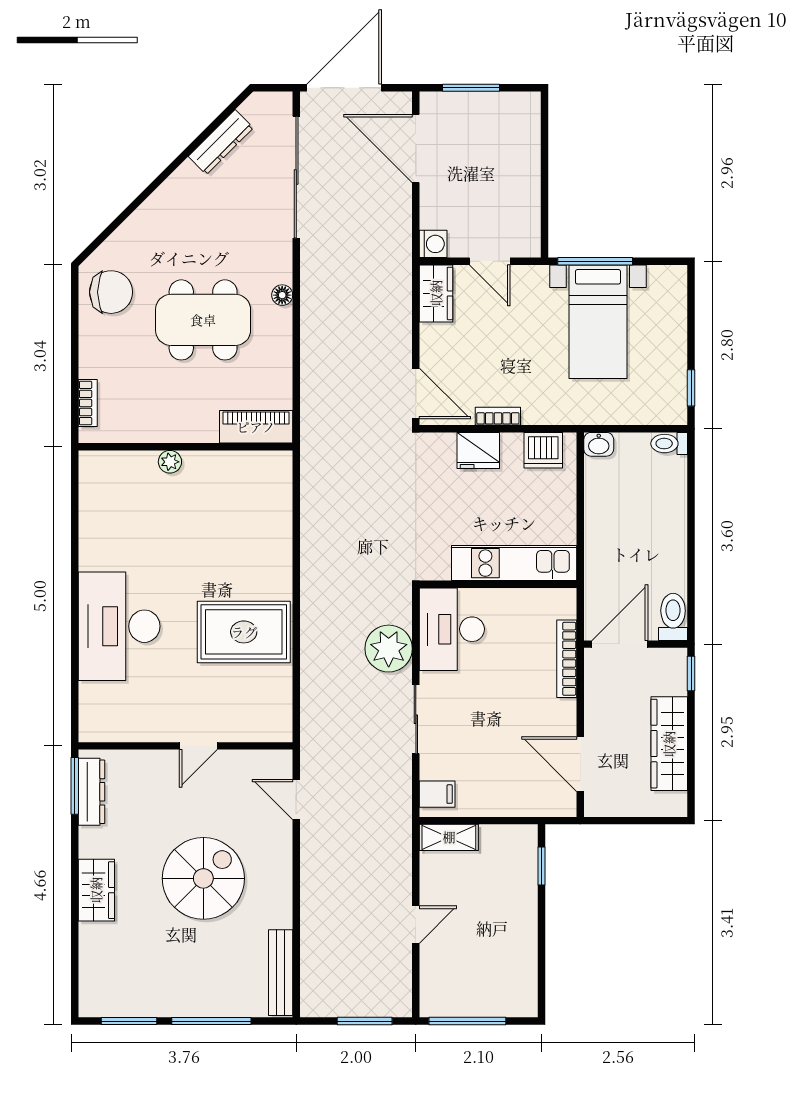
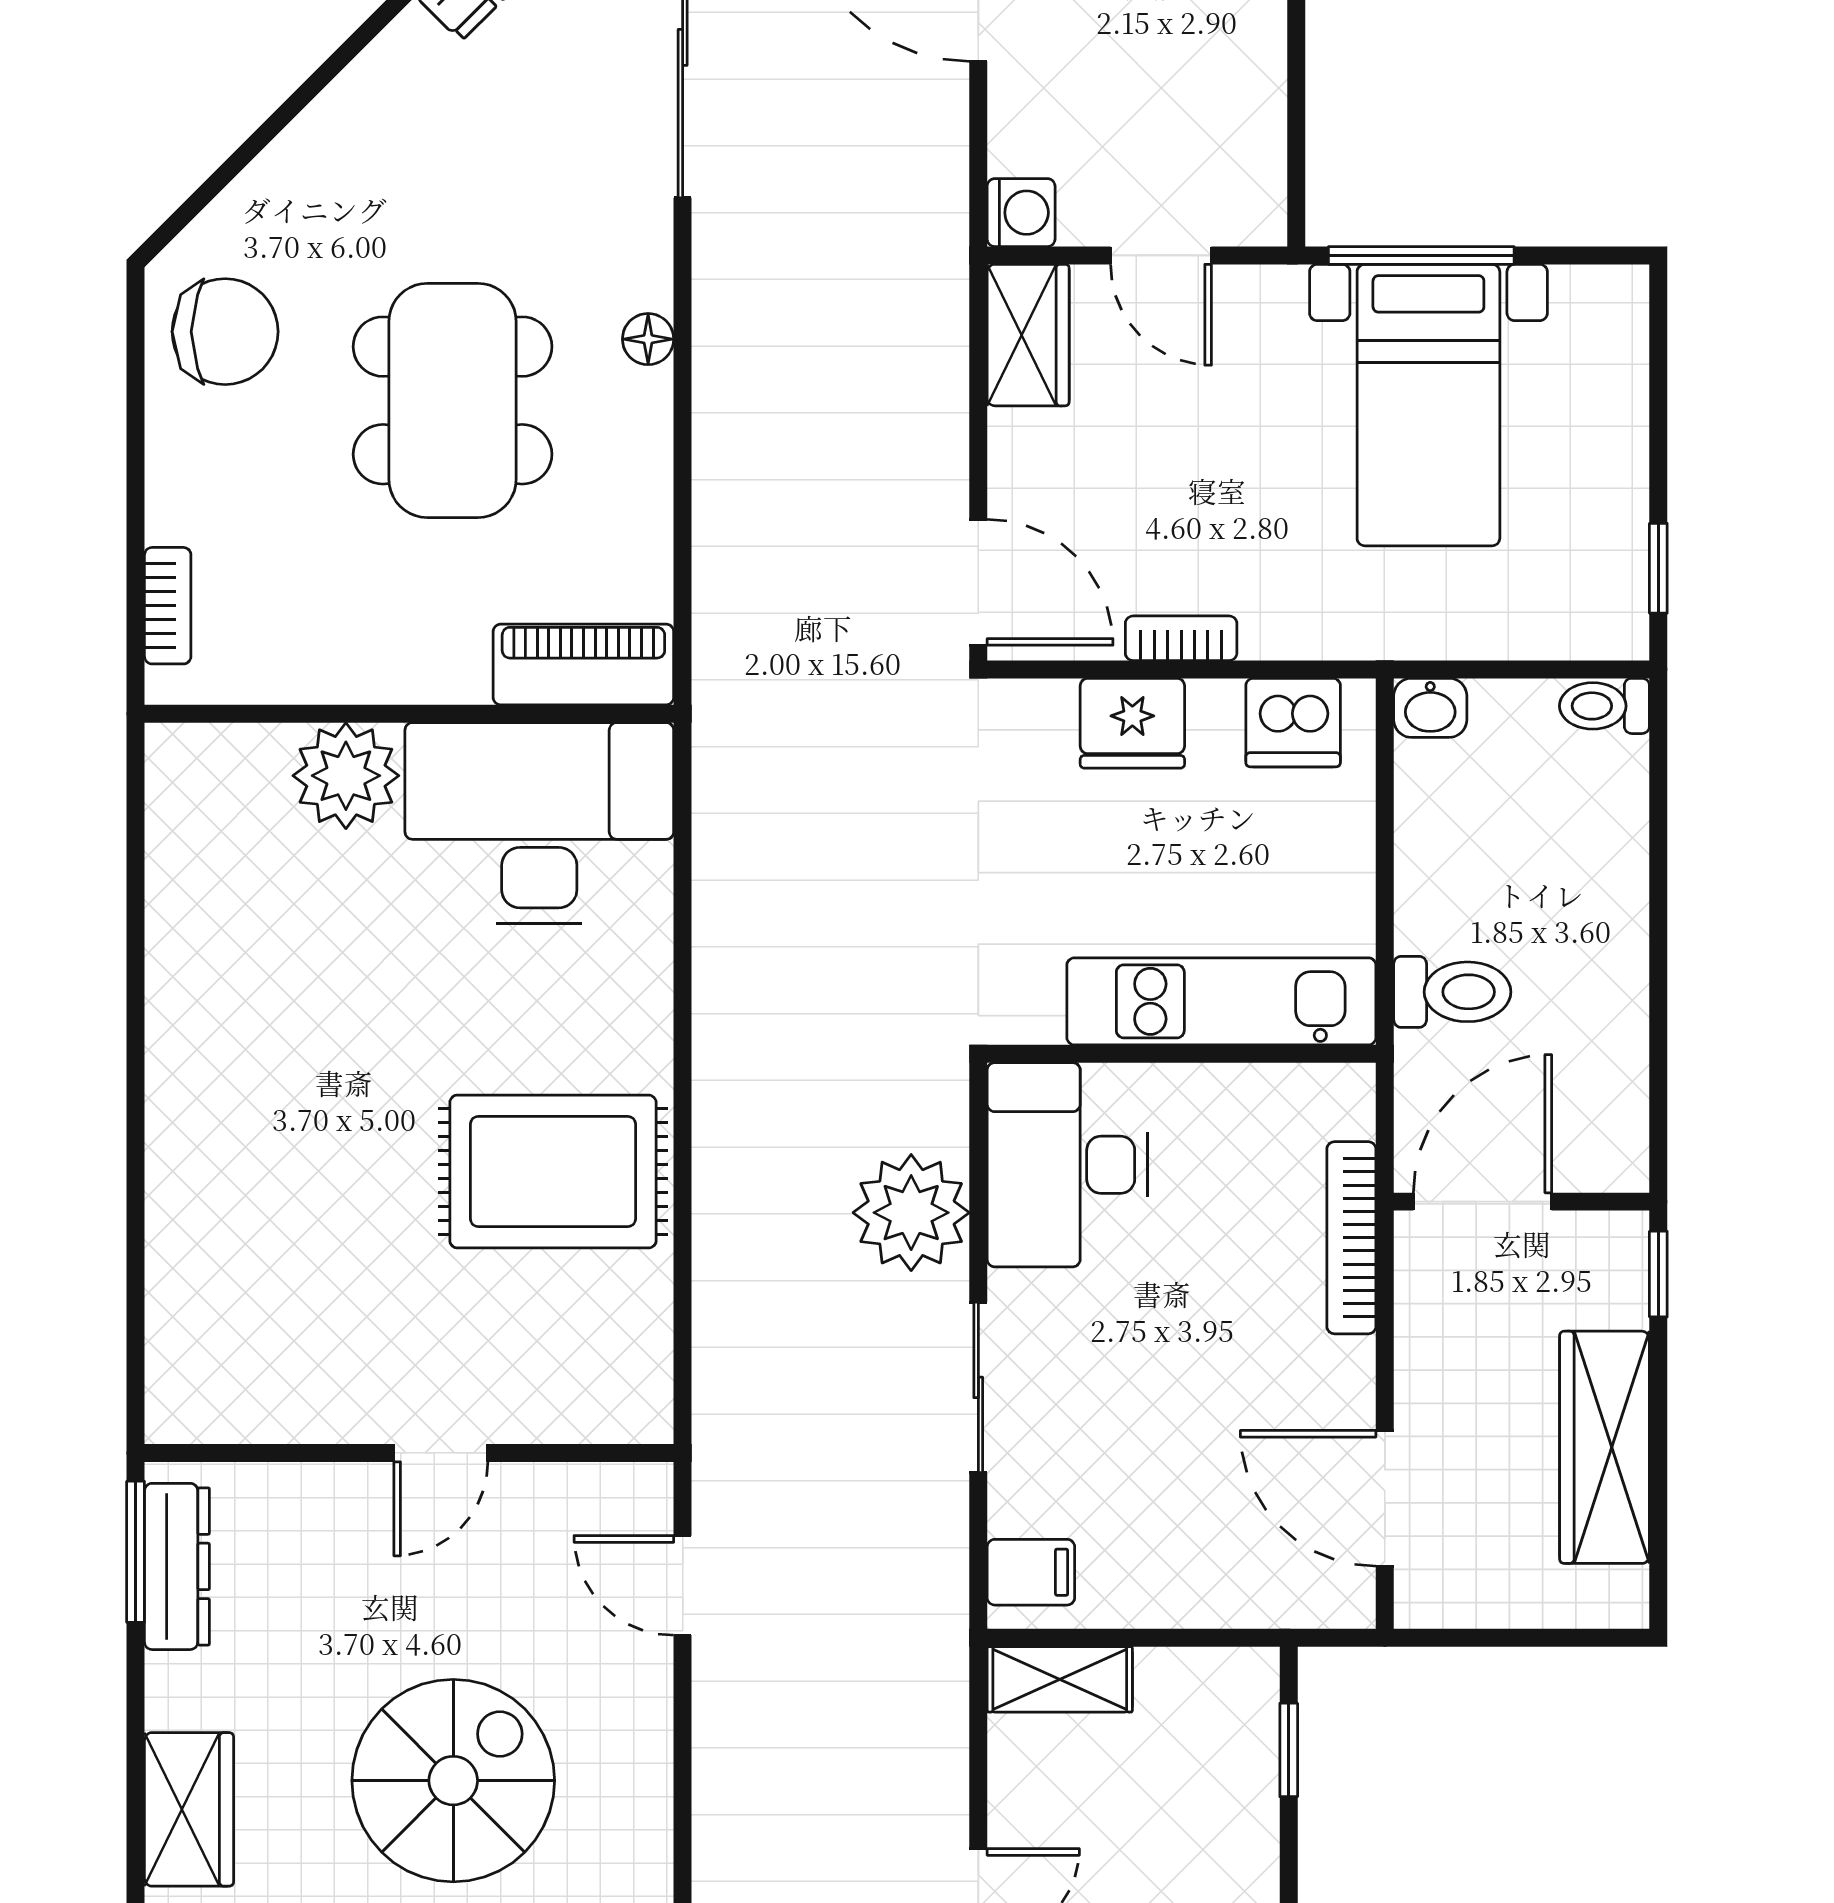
dining table: (203, 320) -> (453, 400), turned 90
plant: (170, 462) -> (346, 776), width x1.87, depth x1.87
toilet: (673, 617) -> (1452, 992), moved, turned 90
desk: (119, 626) -> (539, 823), moved, turned 90

